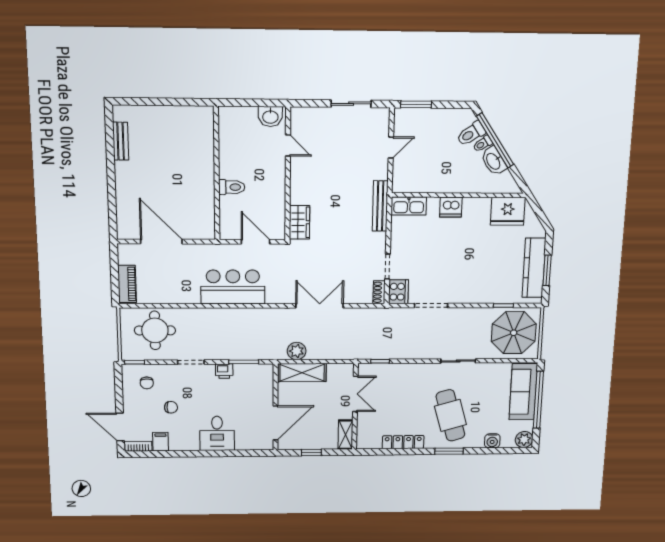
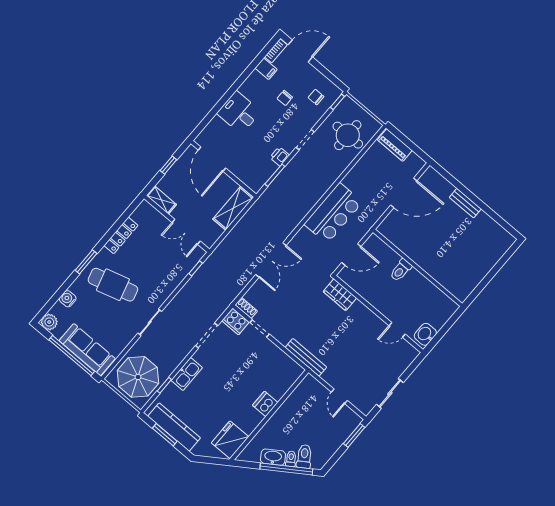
bench: (121, 141) -> (465, 203), moved
kitchen sink: (409, 206) -> (187, 374), moved, turned 180
plant: (297, 351) -> (252, 218), removed

